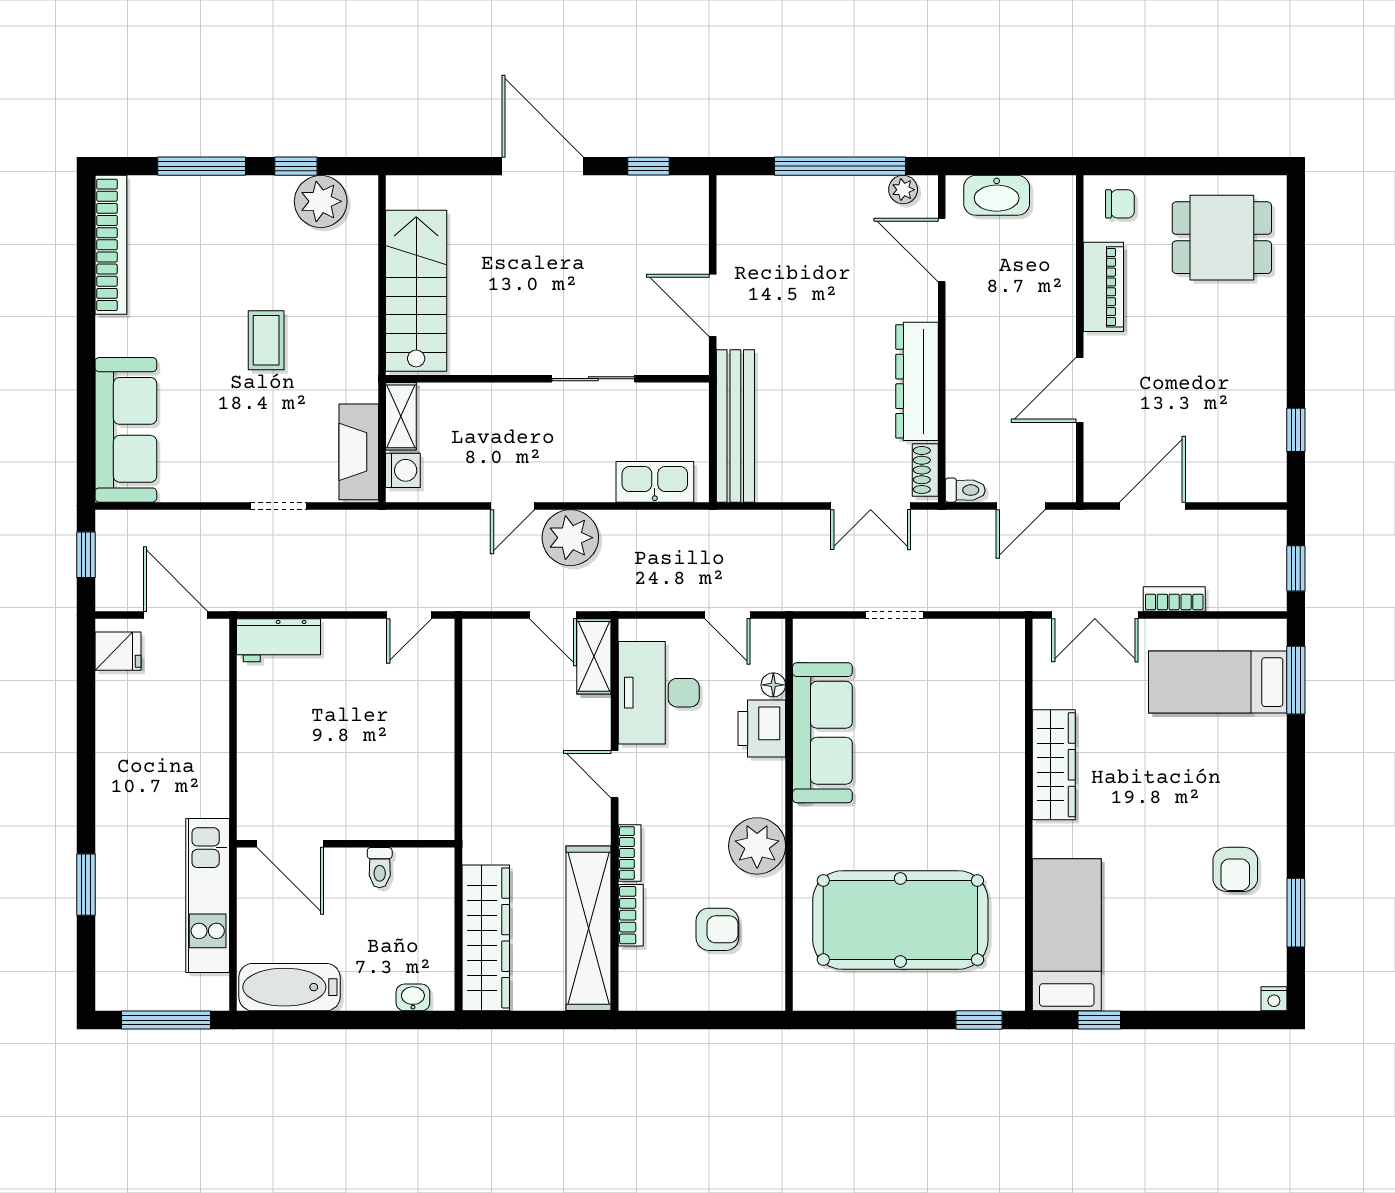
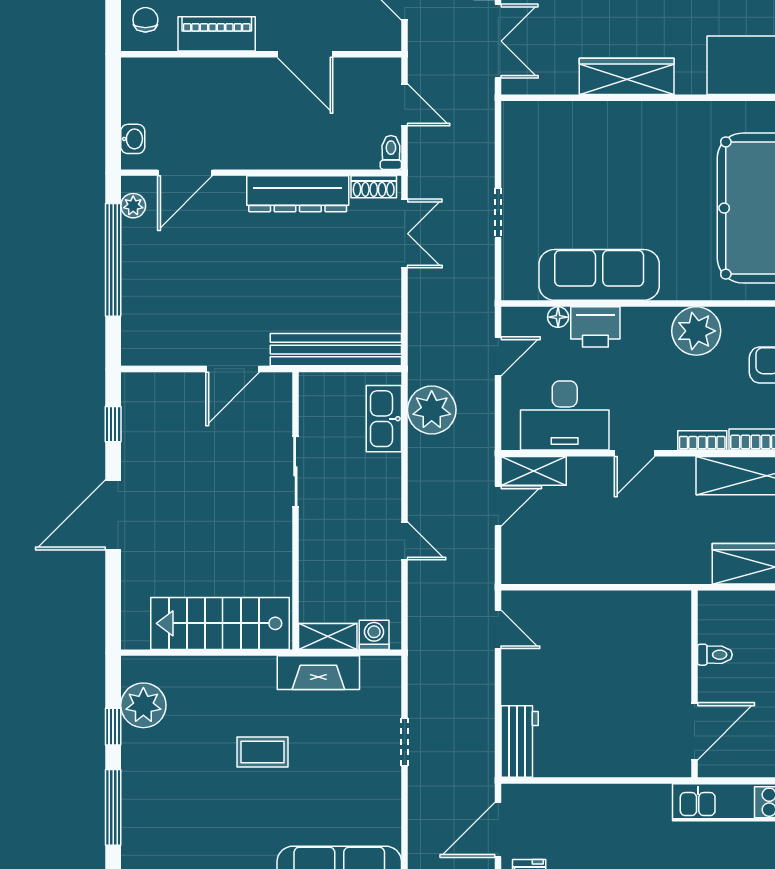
washbasin: (997, 195) -> (133, 139), width x0.52, depth x0.69
fireplace: (359, 452) -> (318, 673), moved
plant: (570, 538) -> (432, 410), moved

